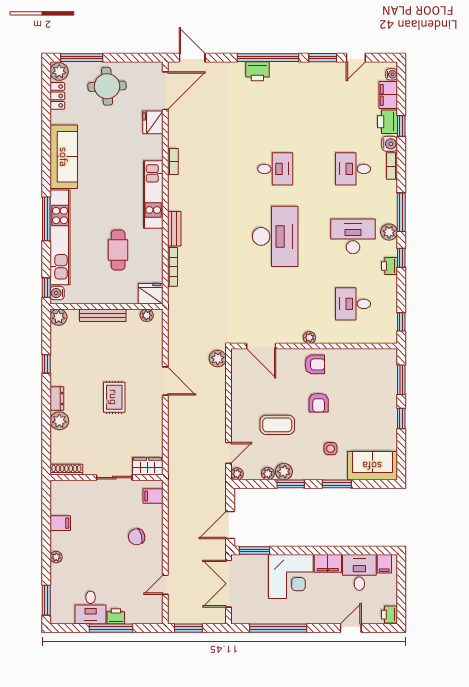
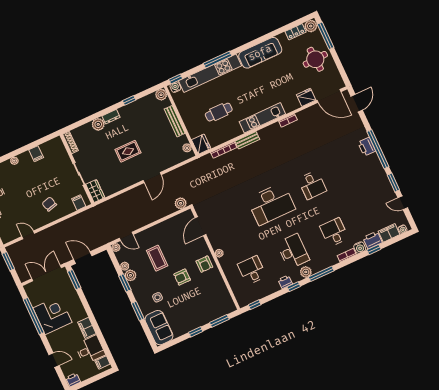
corner desk: (291, 577) -> (52, 315), moved, turned 180

